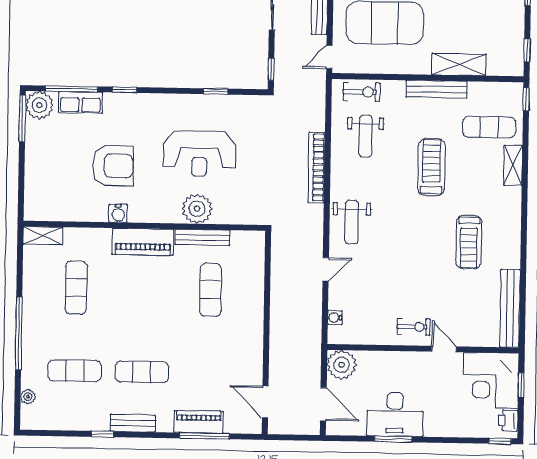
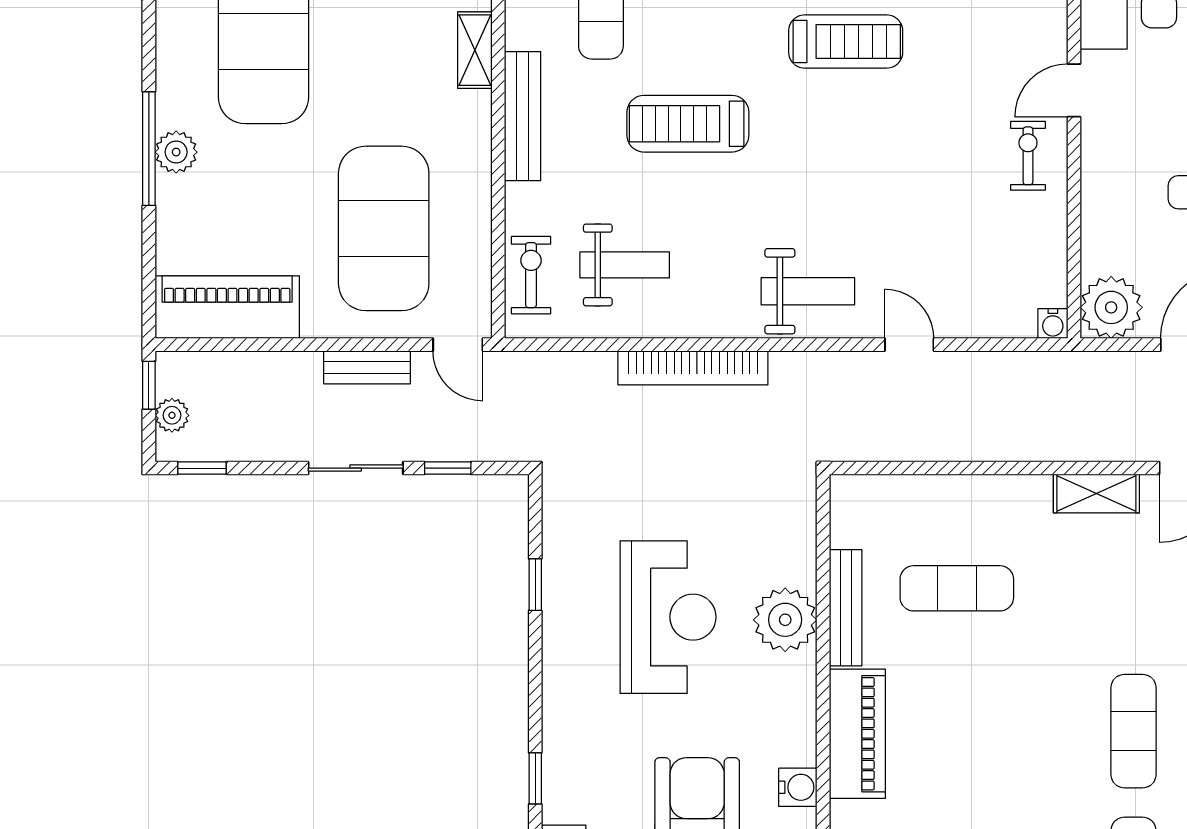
shelving: (459, 64) -> (475, 50), width x0.67, depth x0.75
window: (271, 69) -> (448, 468), moved
water cooler: (335, 318) -> (1053, 324), moved
shelving: (254, 356) -> (1096, 493), added

